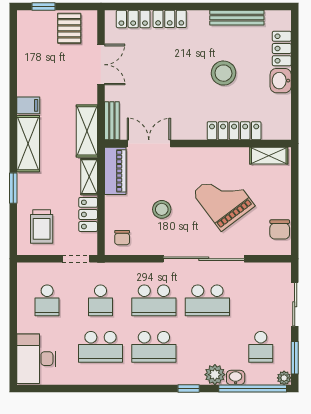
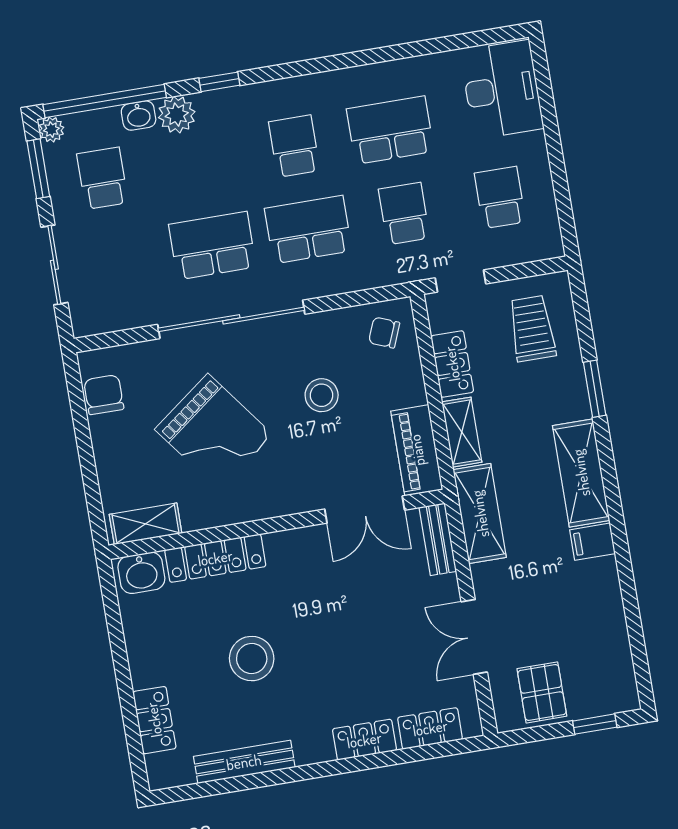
washbasin: (281, 81) -> (141, 573), moved, turned 90
chair: (122, 238) -> (384, 333), turned -68
school desk: (154, 347) -> (294, 146), width x0.54

